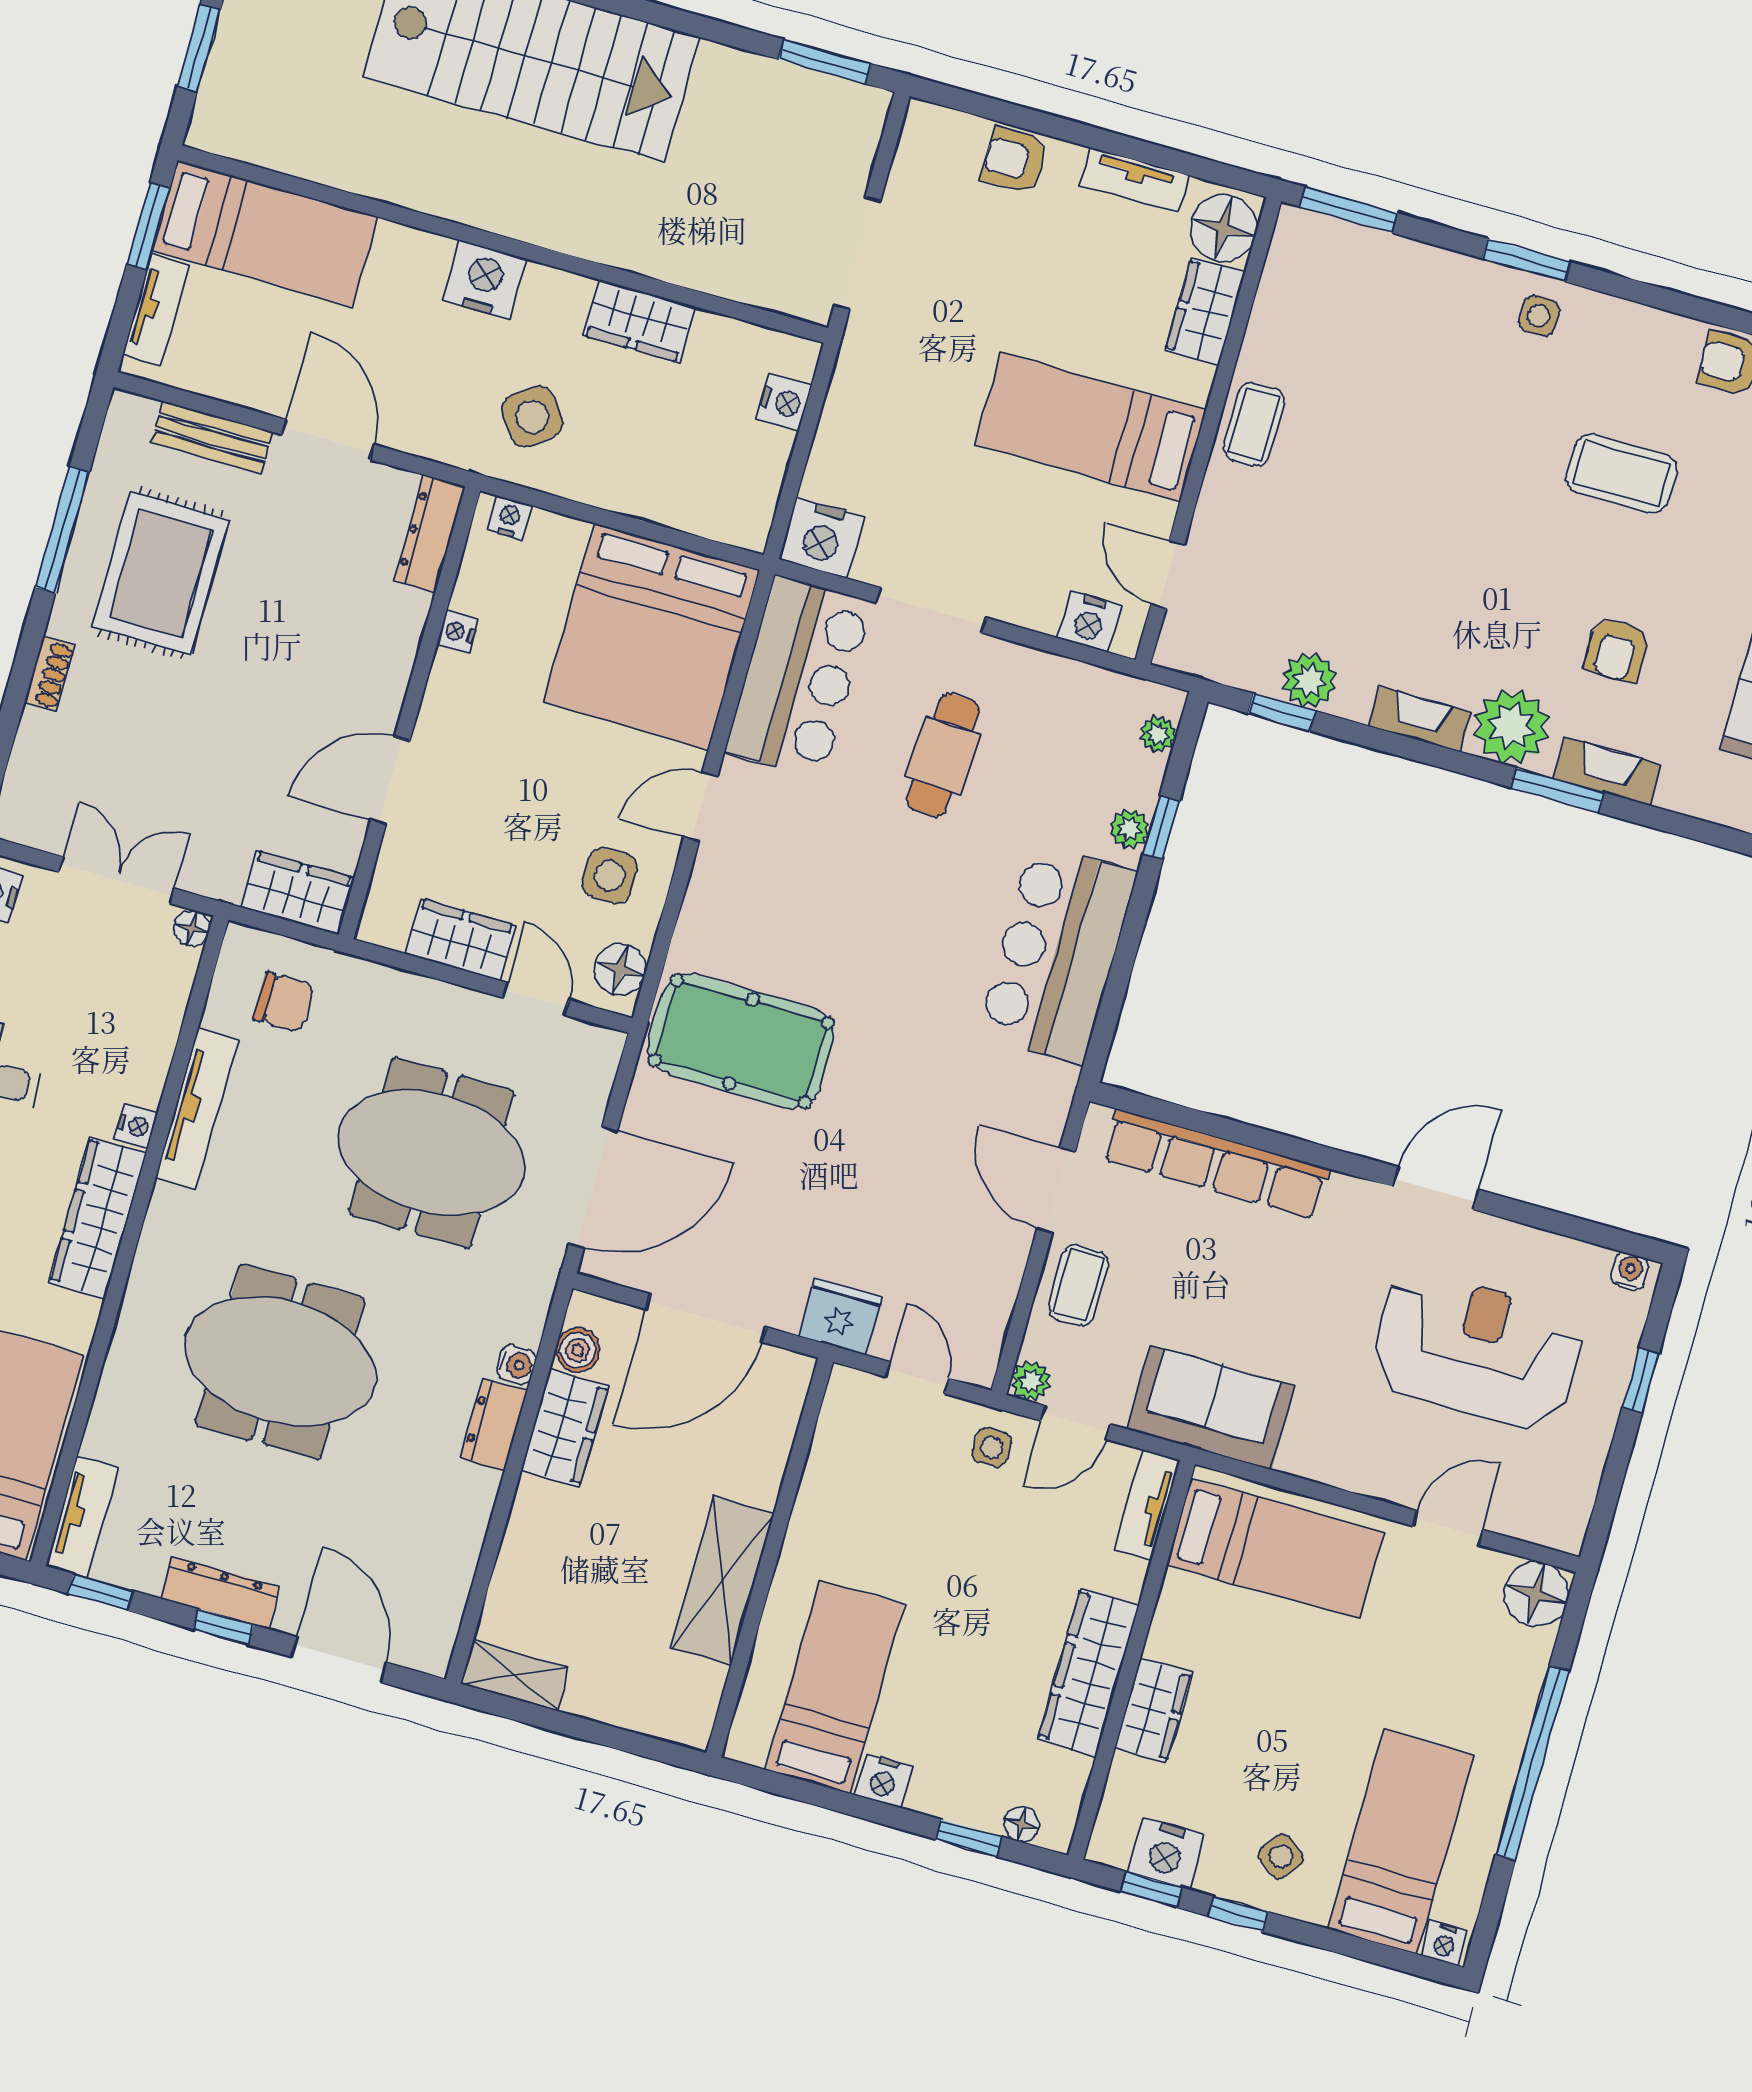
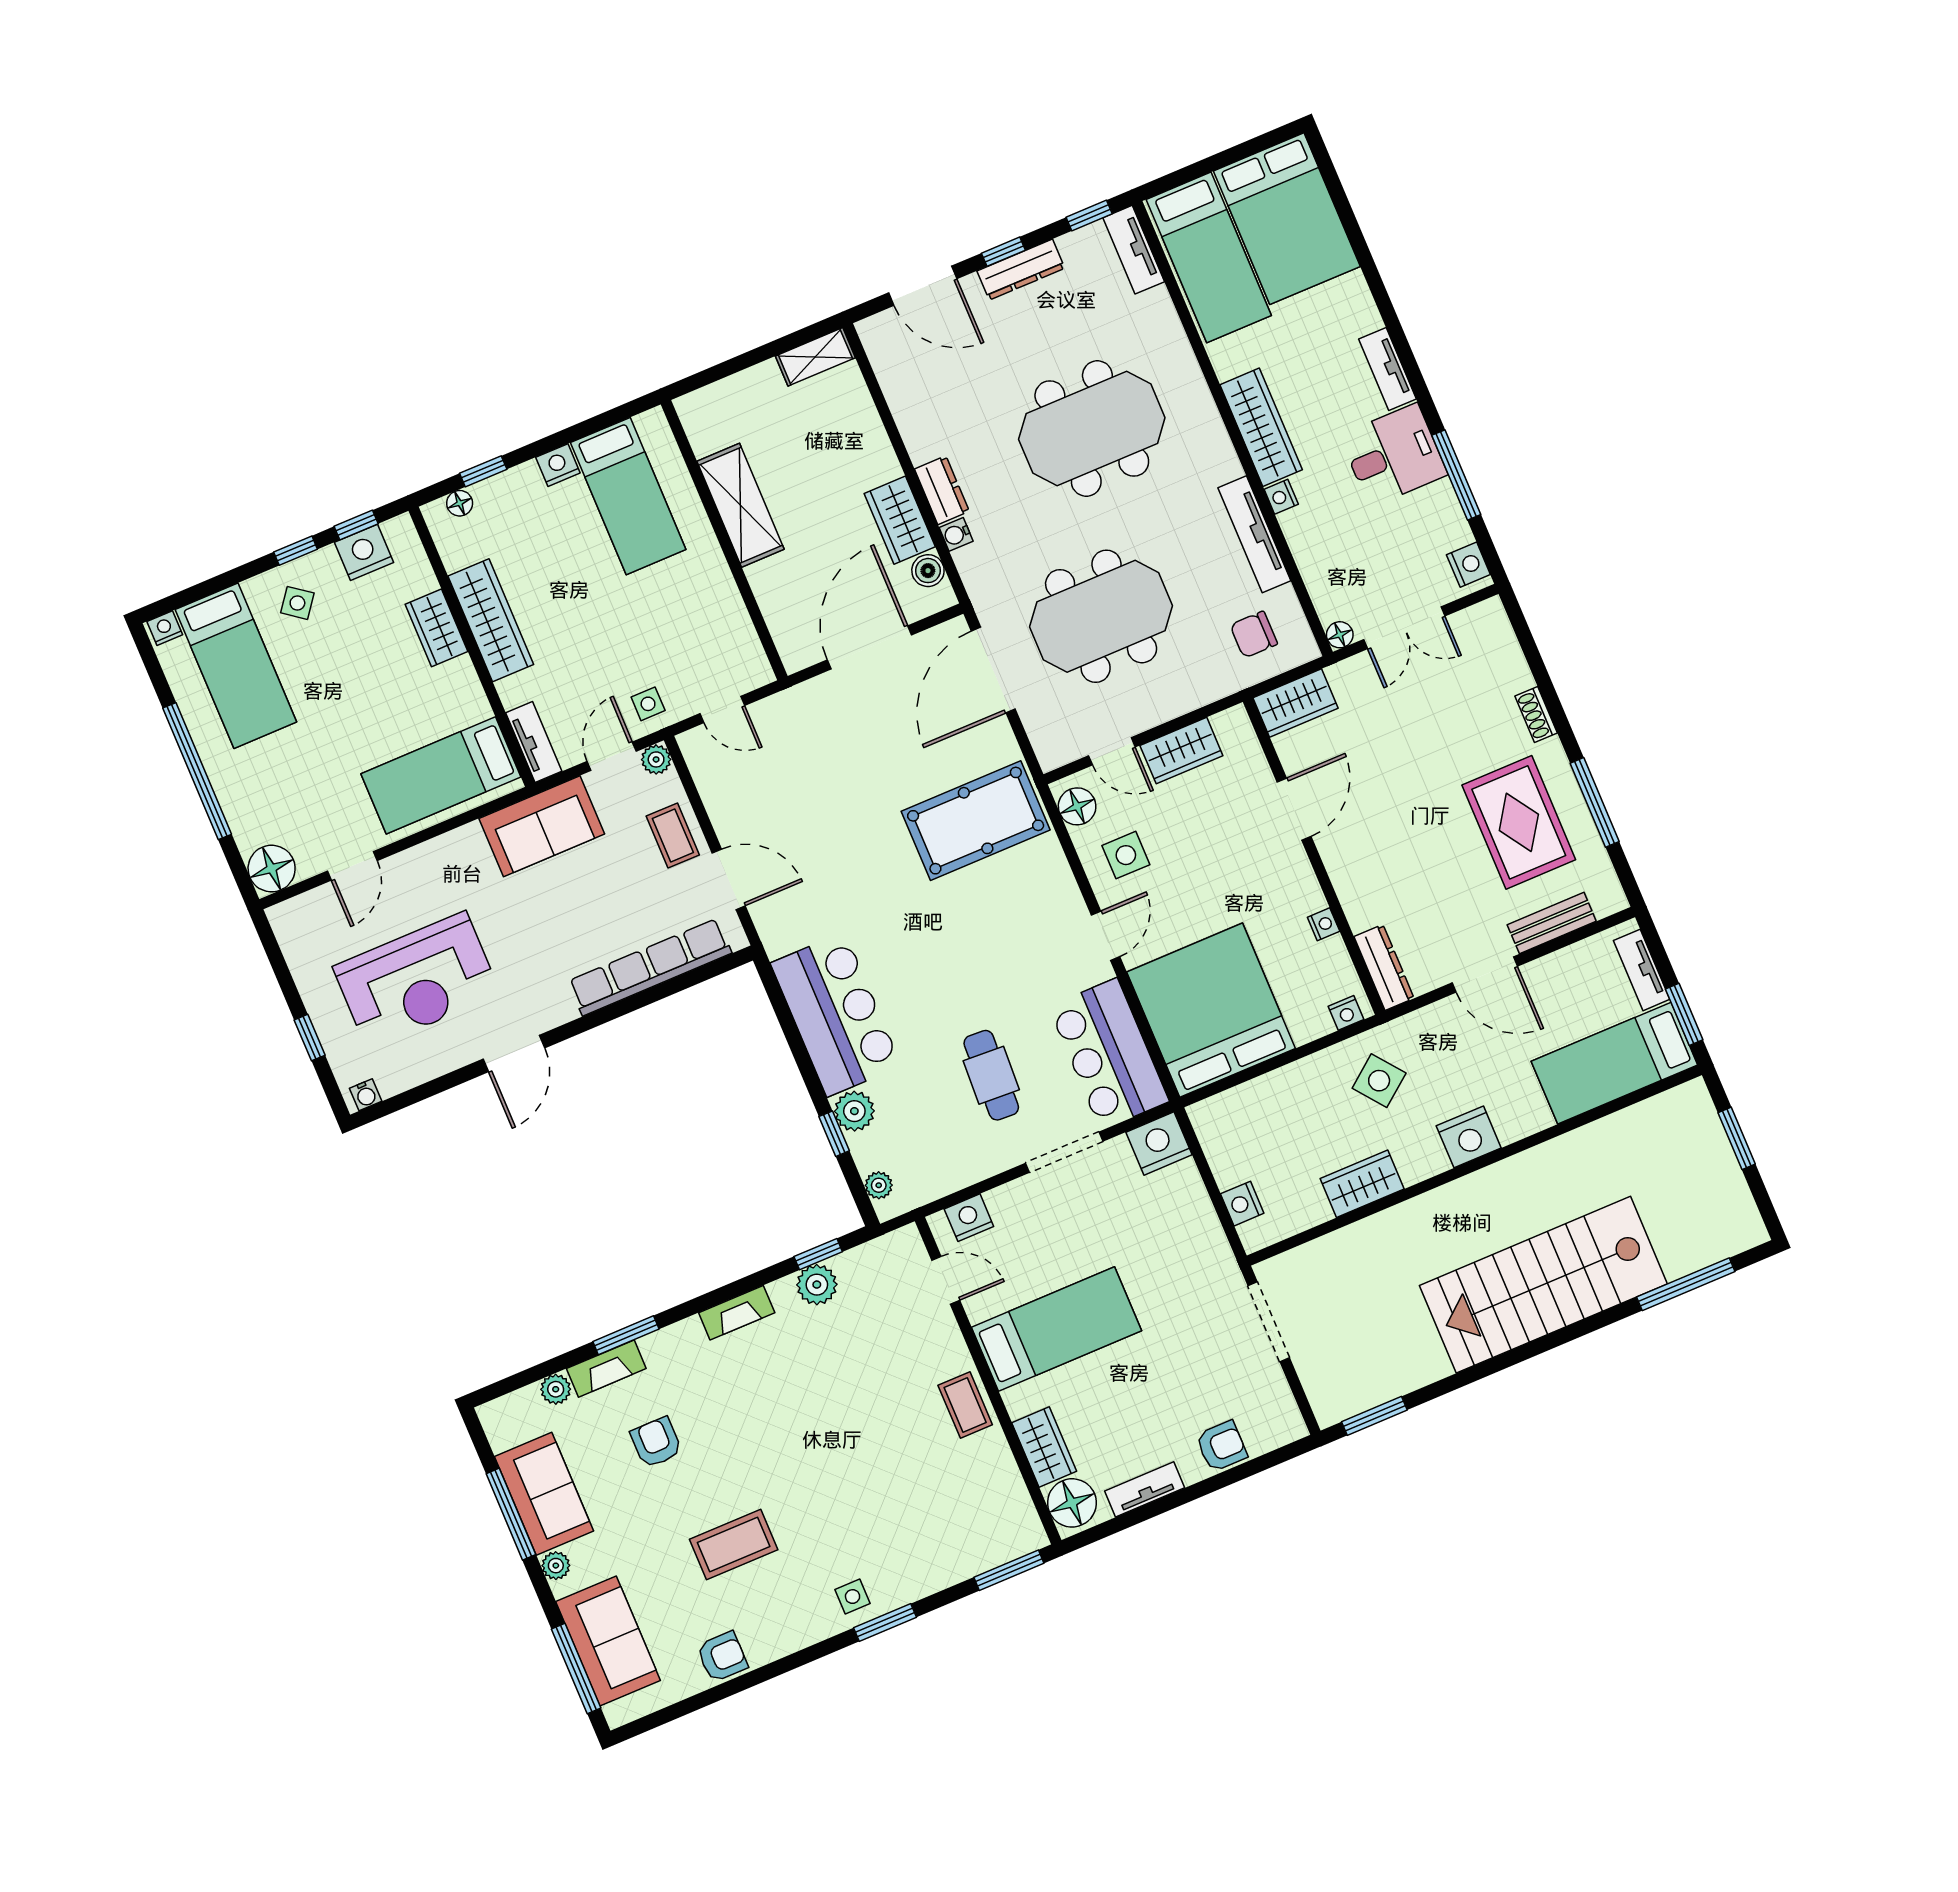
plant: (1512, 727) -> (556, 1389), moved, width x0.53, depth x0.53
plant: (1130, 829) -> (854, 1111), width x1.38, depth x1.38
fridge: (840, 1317) -> (794, 709), removed

